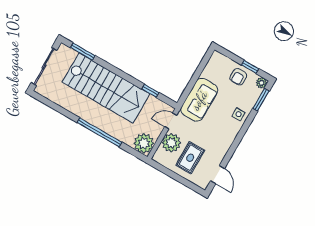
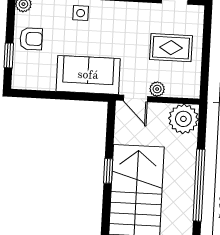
window: (250, 67) -> (9, 55), moved
window: (150, 91) -> (108, 171), moved
plant: (171, 143) -> (157, 89), width x0.53, depth x0.53

